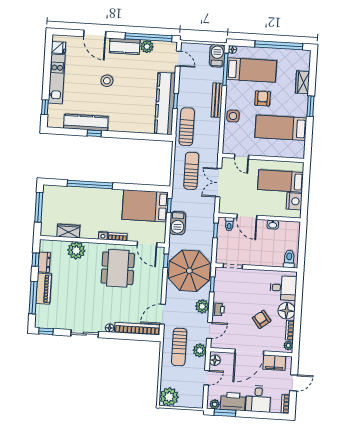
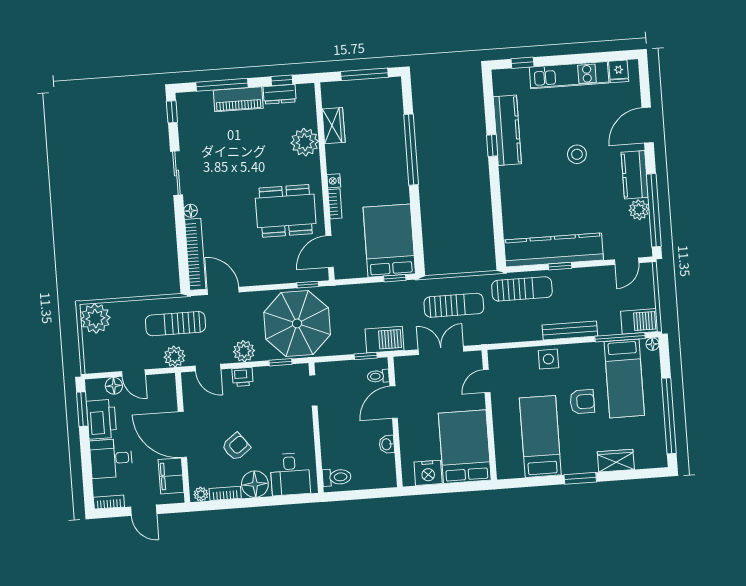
bed: (281, 181) -> (465, 447), width x1.50
barbecue: (178, 223) -> (384, 340), moved, turned 180
floor lamp: (215, 360) -> (114, 386), moved
plant: (215, 404) -> (93, 391), removed

